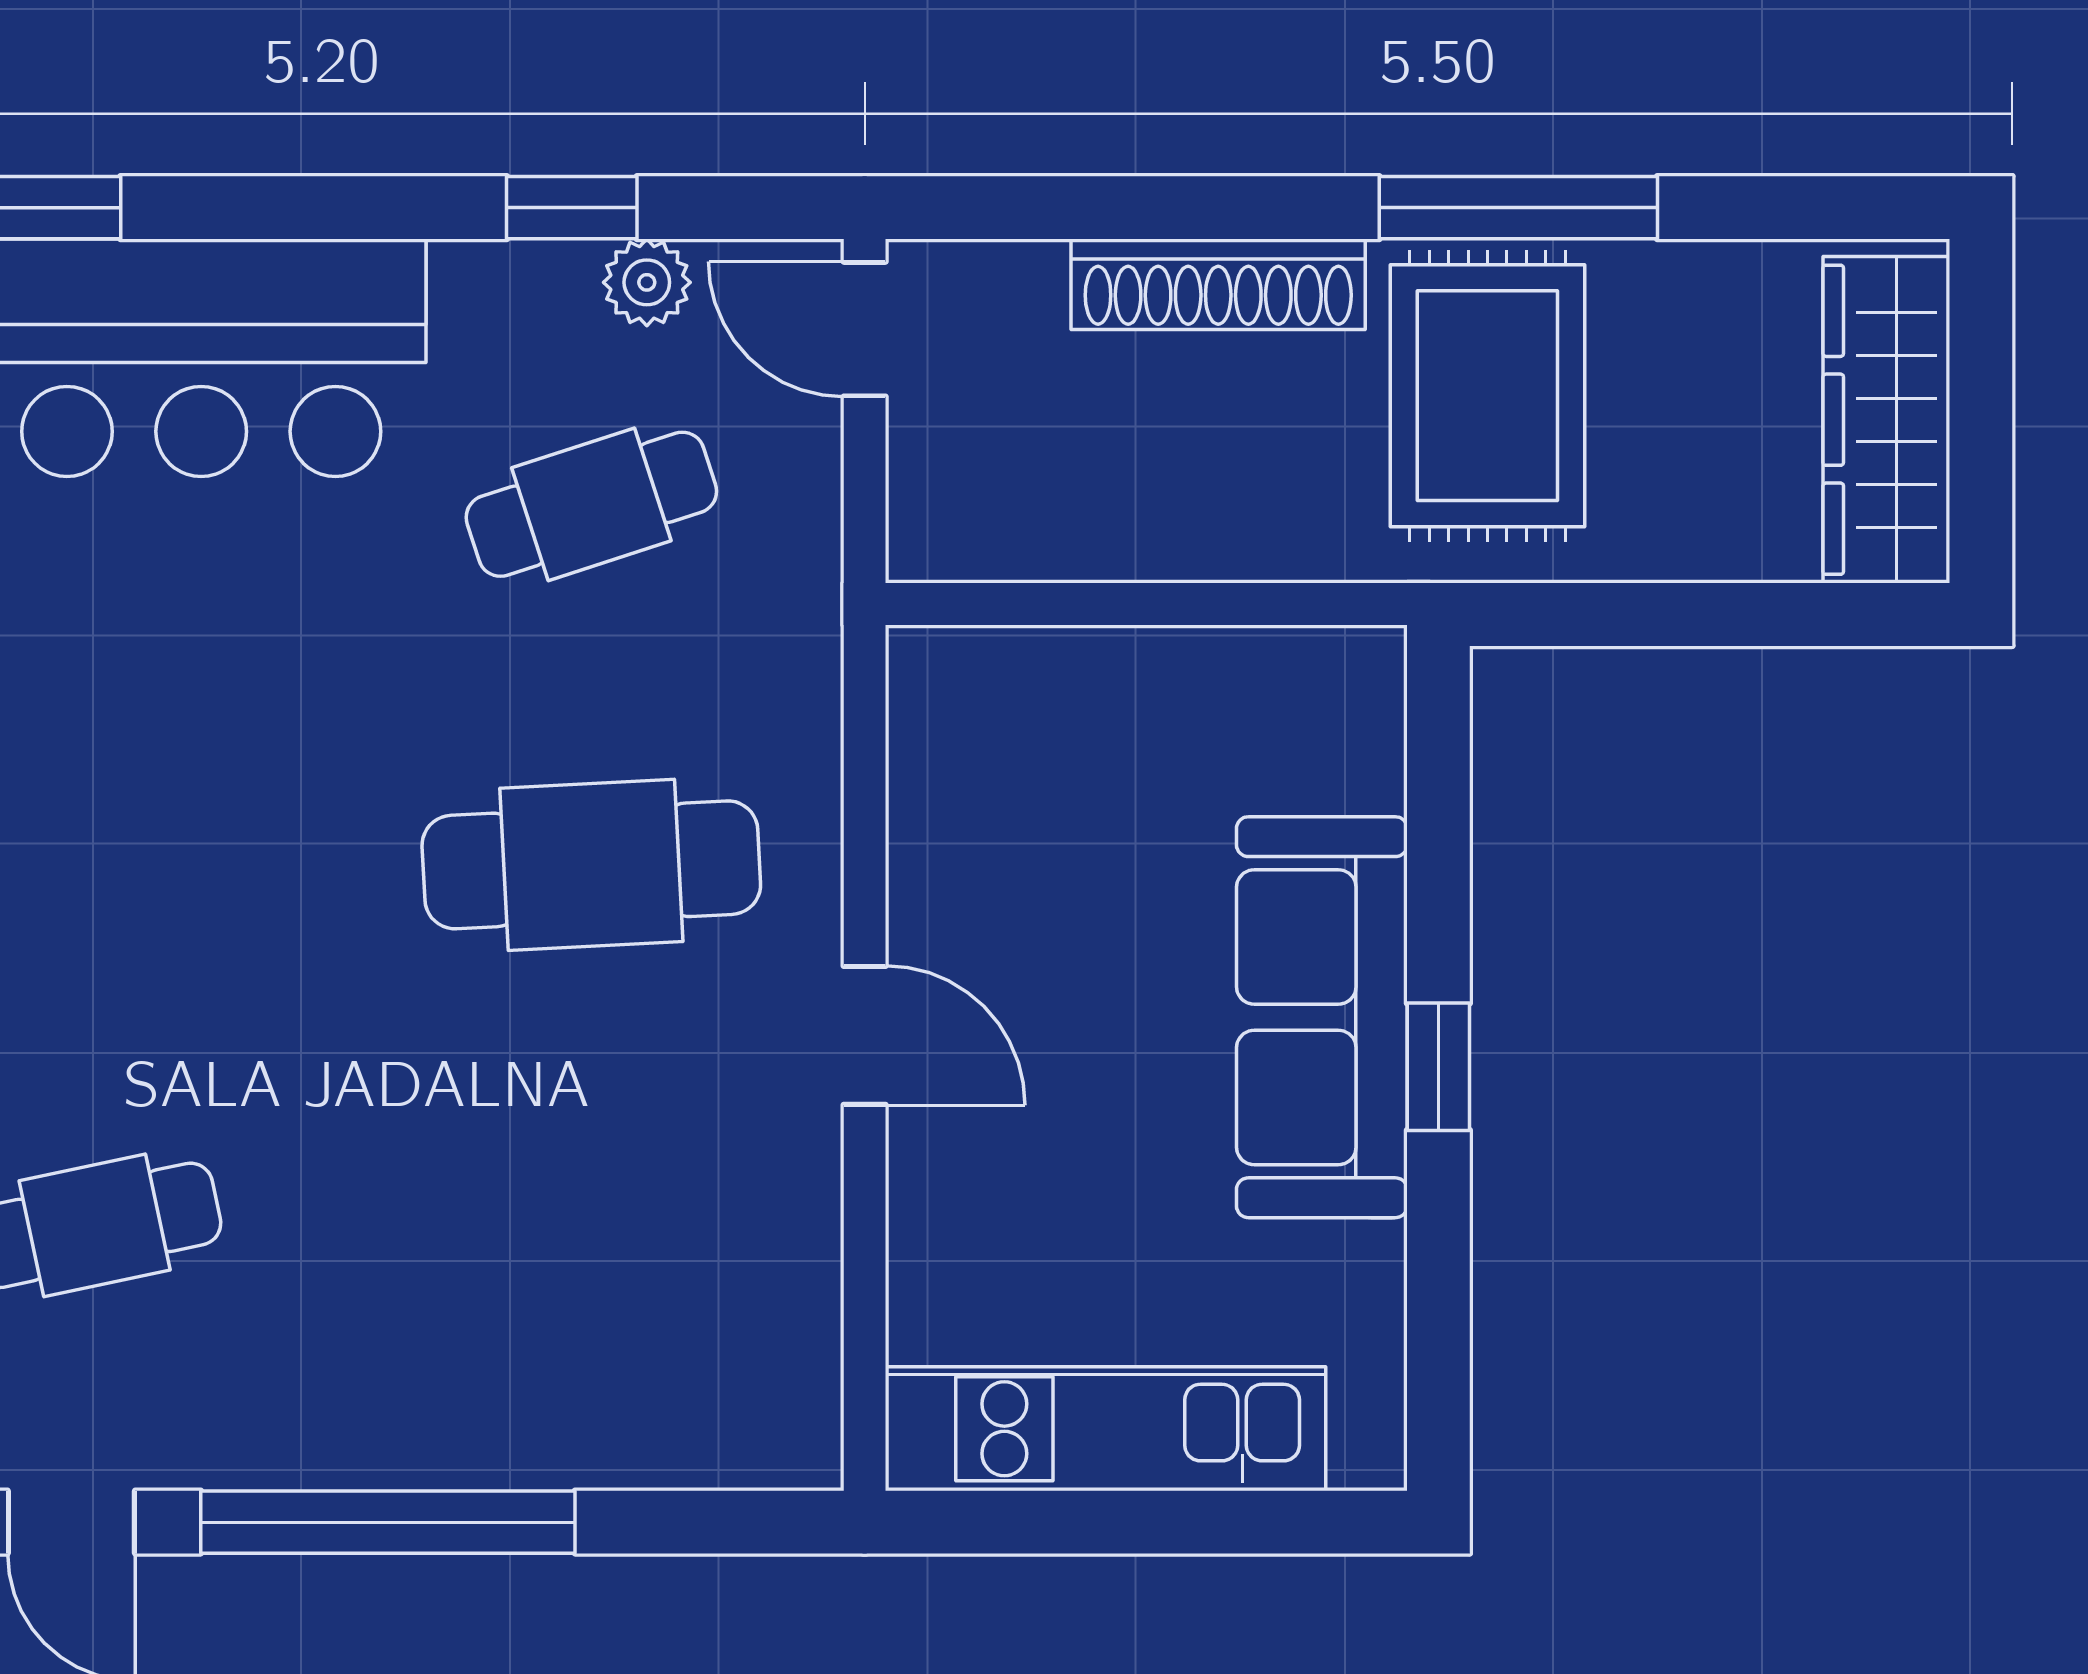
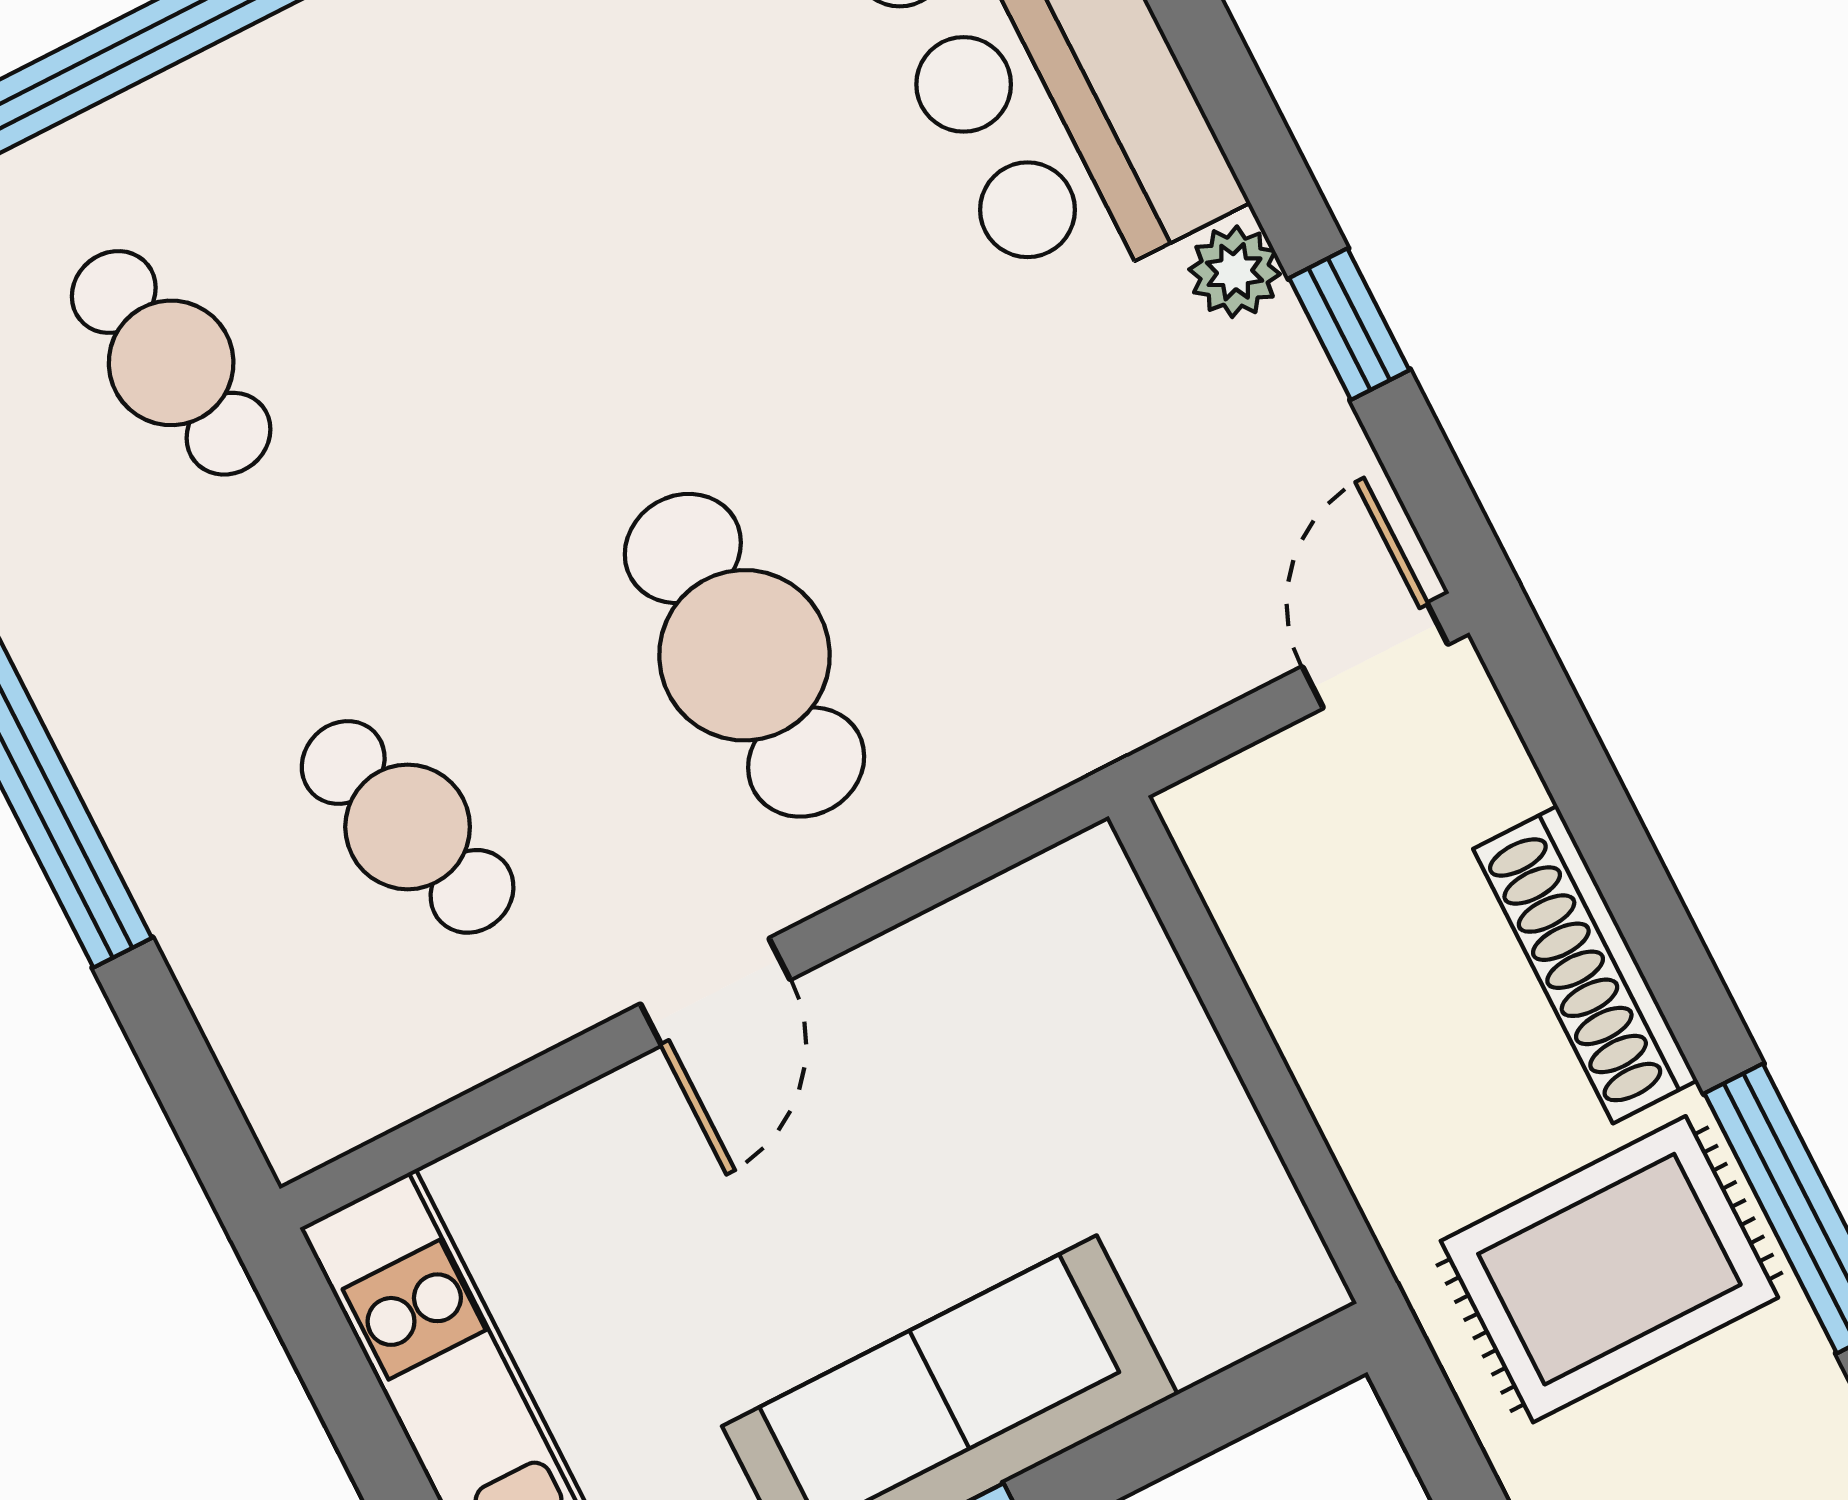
plant: (647, 282) -> (1235, 272), moved
cafe table: (591, 504) -> (408, 827), moved

